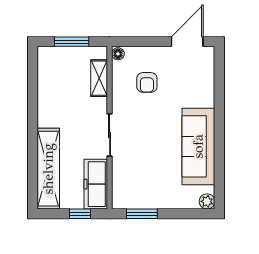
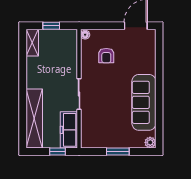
window: (72, 42) -> (51, 26), width x0.67
shelving: (99, 78) -> (32, 43), moved
window: (142, 214) -> (118, 151), moved

